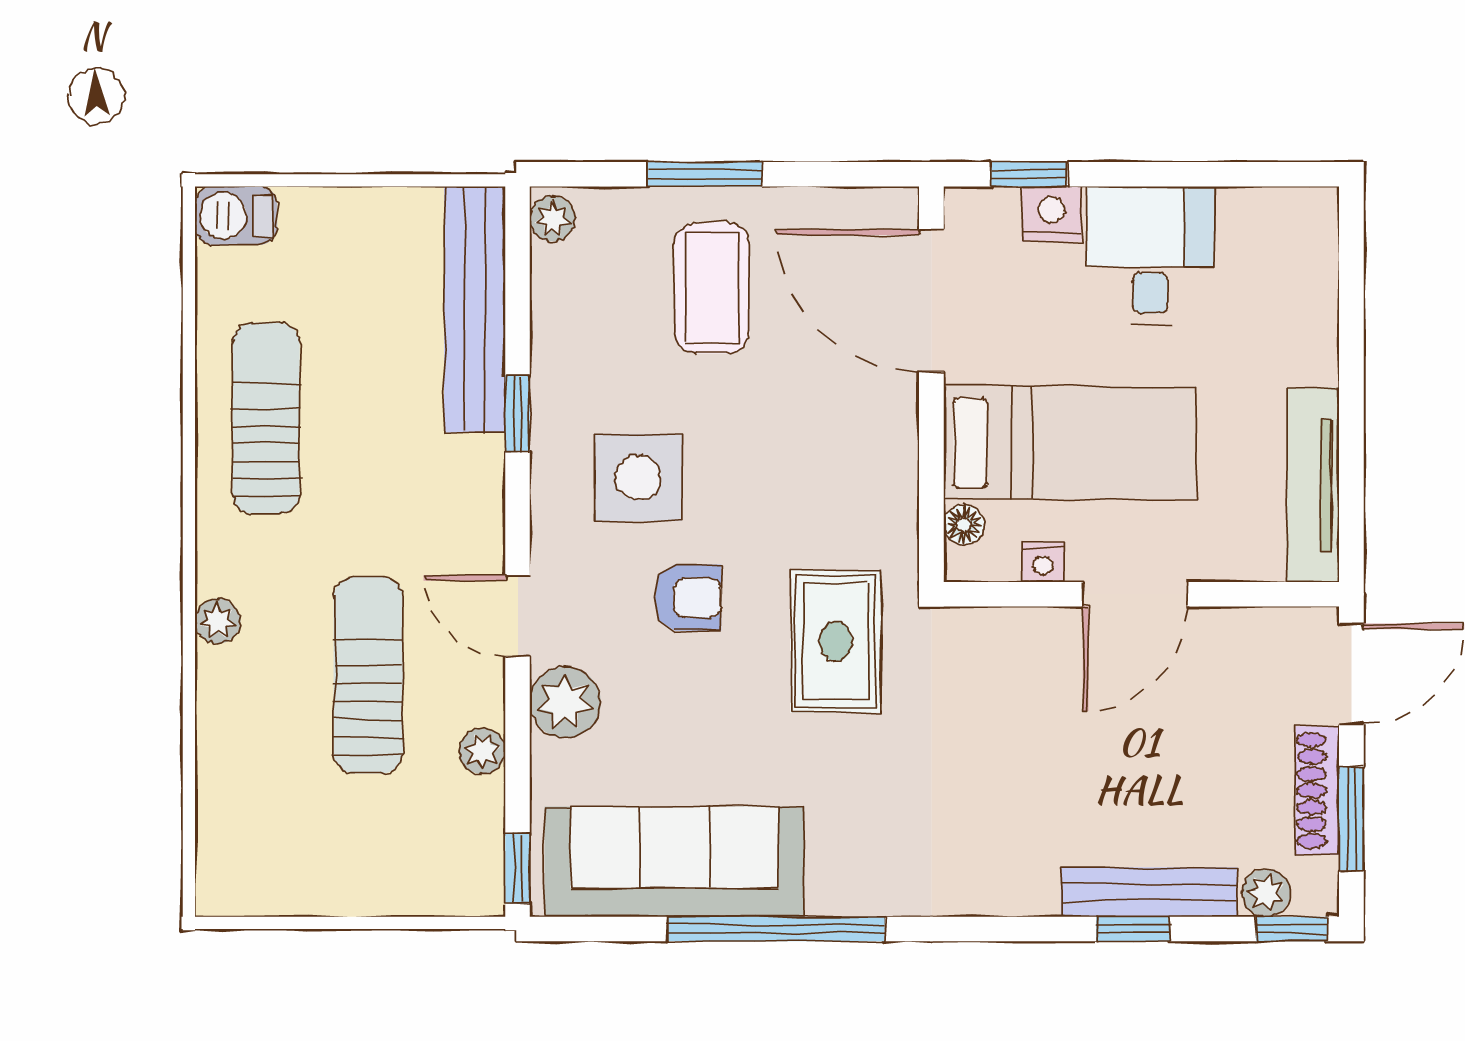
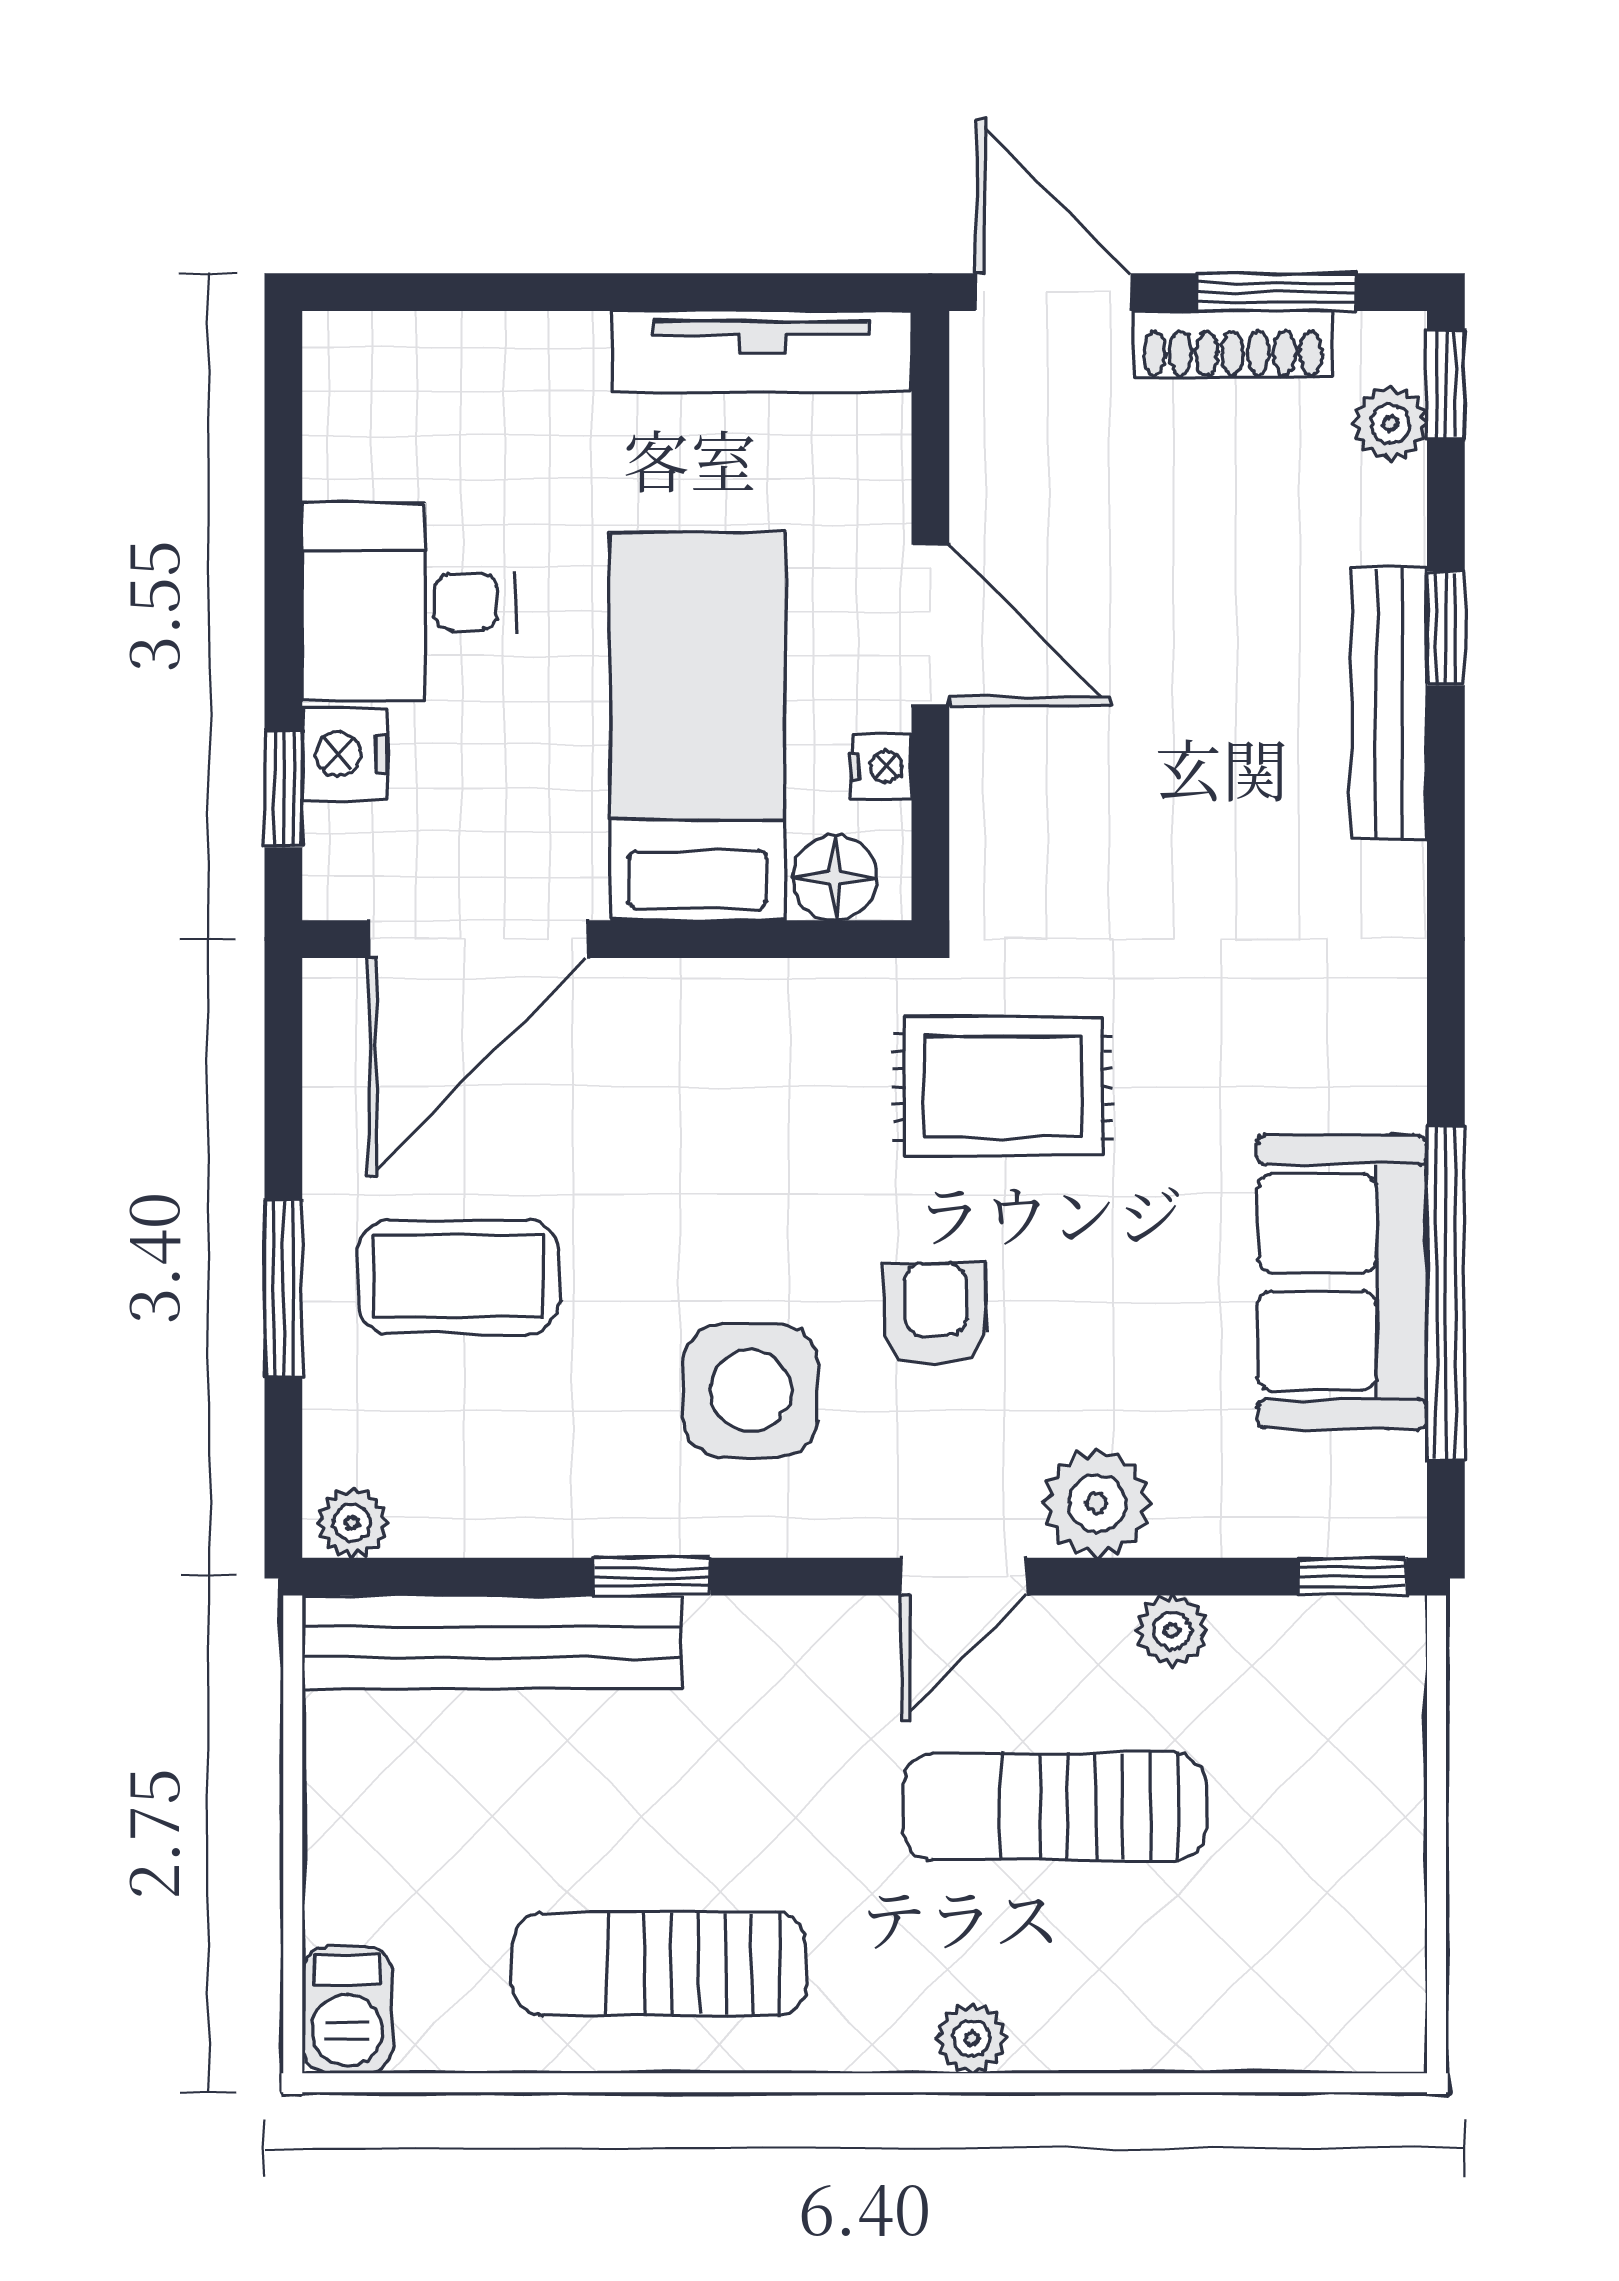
floor lamp: (964, 525) -> (835, 878), width x1.37, depth x1.37
sofa: (674, 862) -> (1342, 1282), width x0.73
bench: (1149, 892) -> (1389, 703), moved
window: (776, 929) -> (1446, 1293), moved

